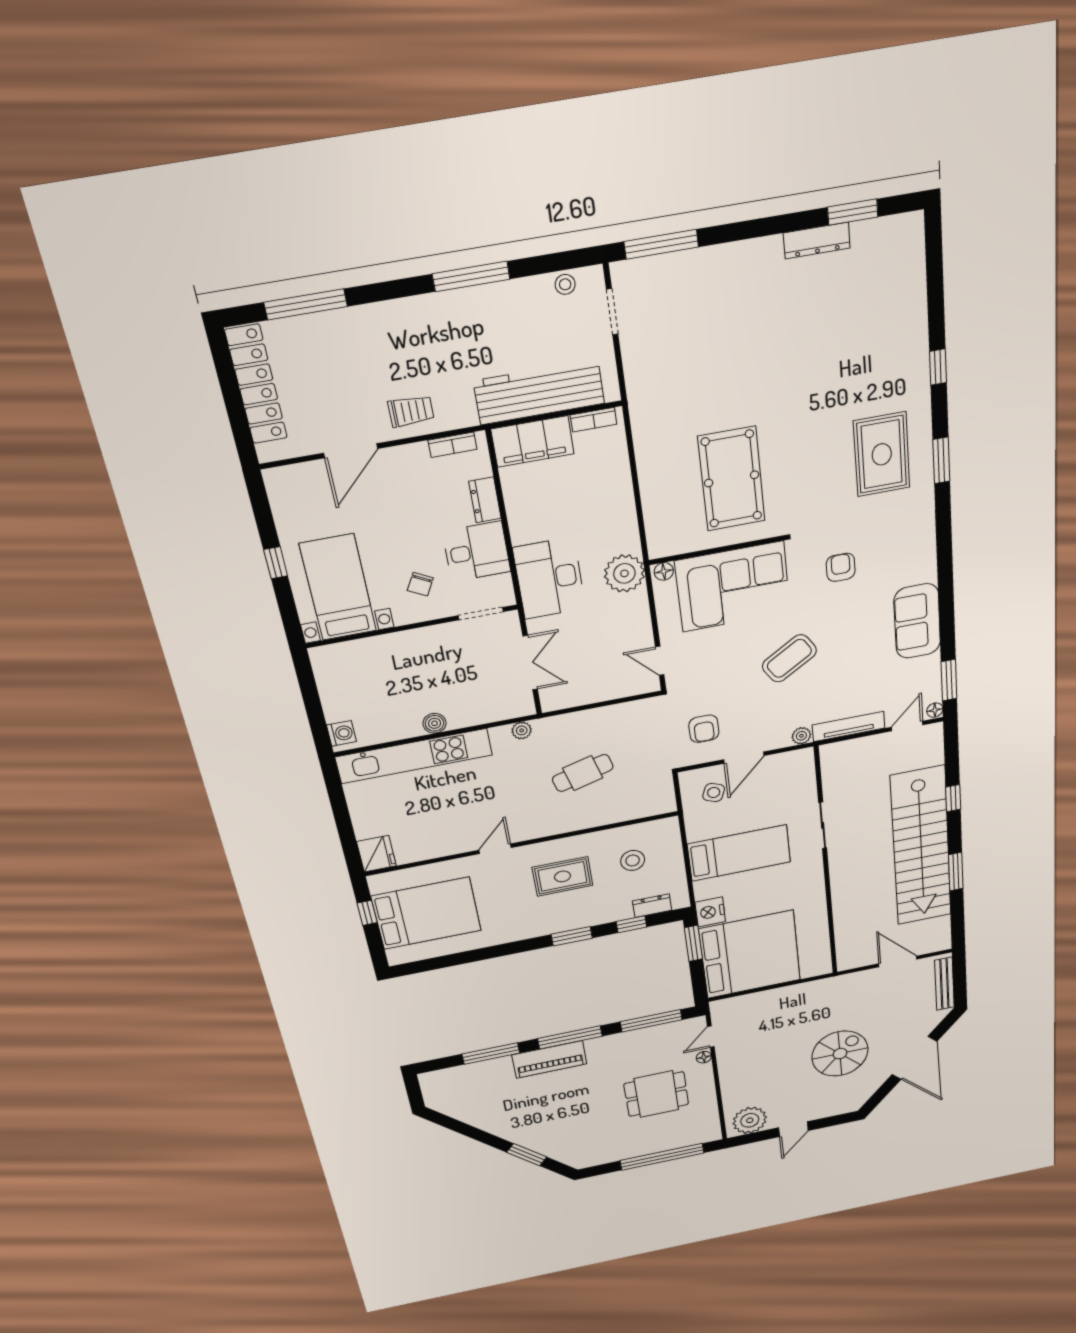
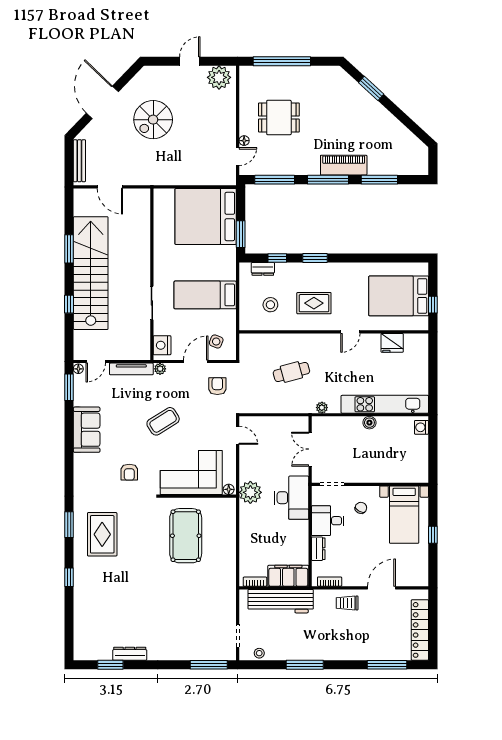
fridge: (376, 854) -> (392, 343), moved, turned -90
nightstand: (710, 912) -> (162, 345), moved, turned 180

